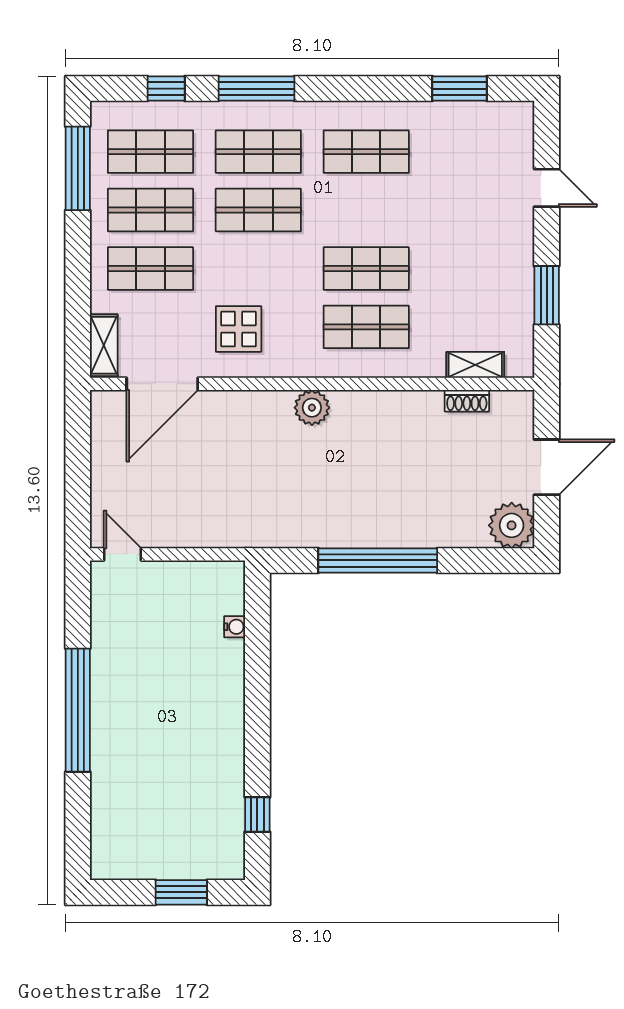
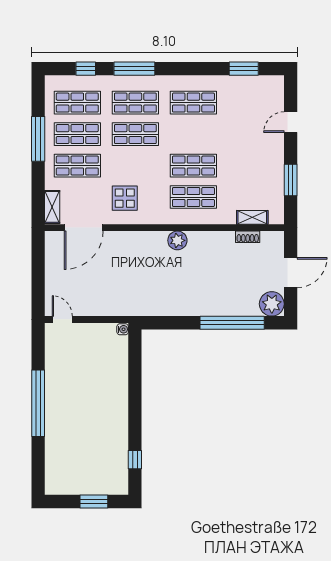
window: (78, 168) -> (38, 139), moved
door: (547, 188) -> (291, 122), swing flipped
plant: (312, 408) -> (177, 240), moved
window: (378, 560) -> (232, 323), moved
water cooler: (235, 627) -> (123, 329), moved

